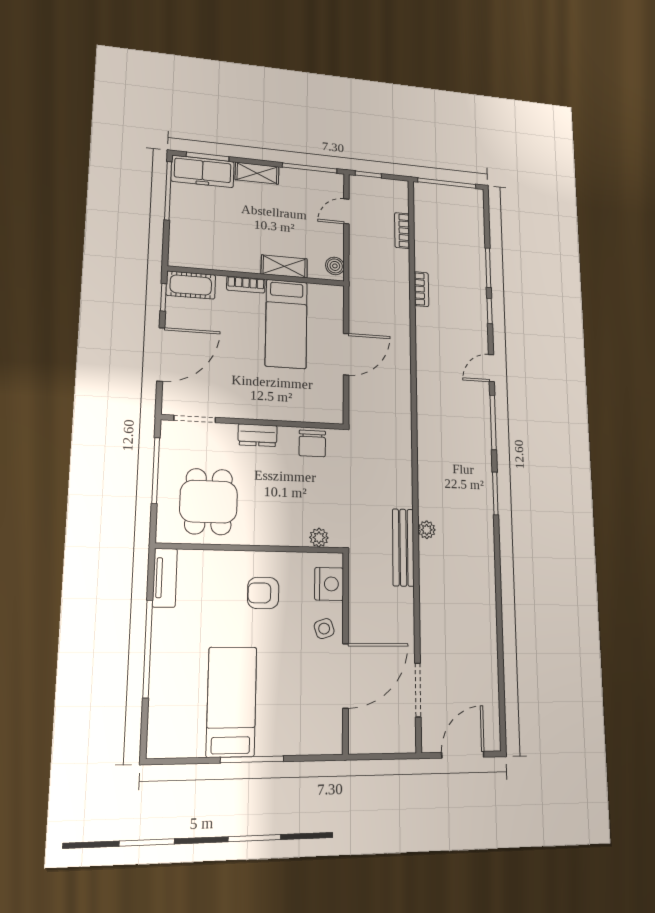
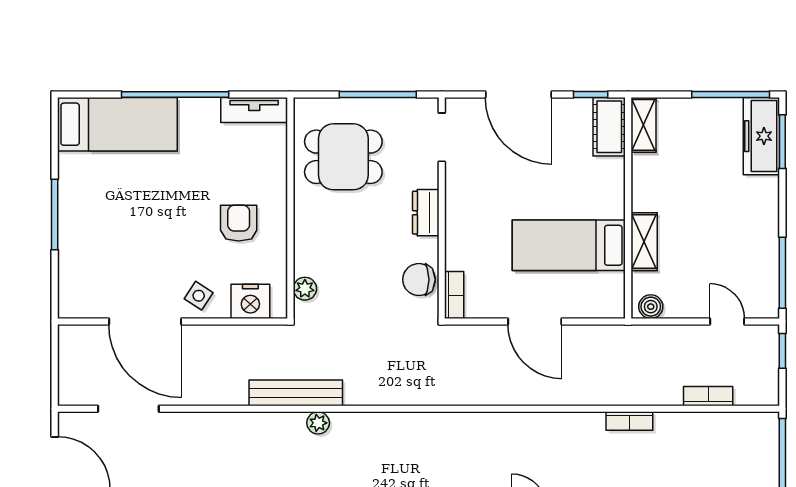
shelving: (257, 173) -> (643, 125), moved
bookcase: (246, 285) -> (454, 295), moved, turned 180
side table: (324, 629) -> (199, 296), turned -38
bed: (232, 702) -> (117, 124), moved

